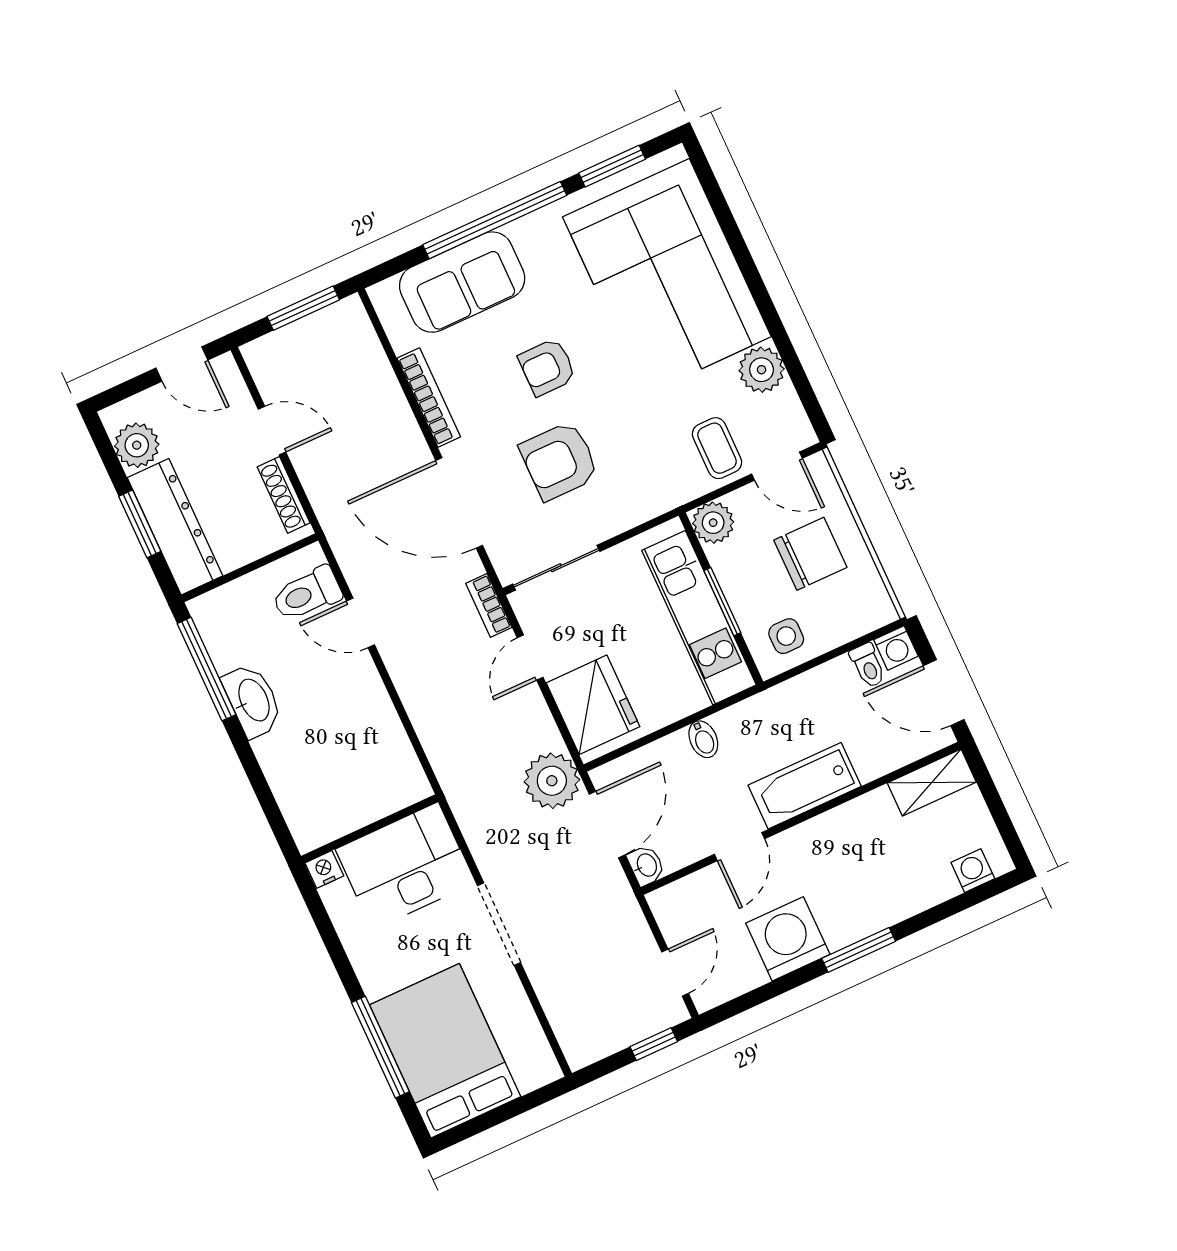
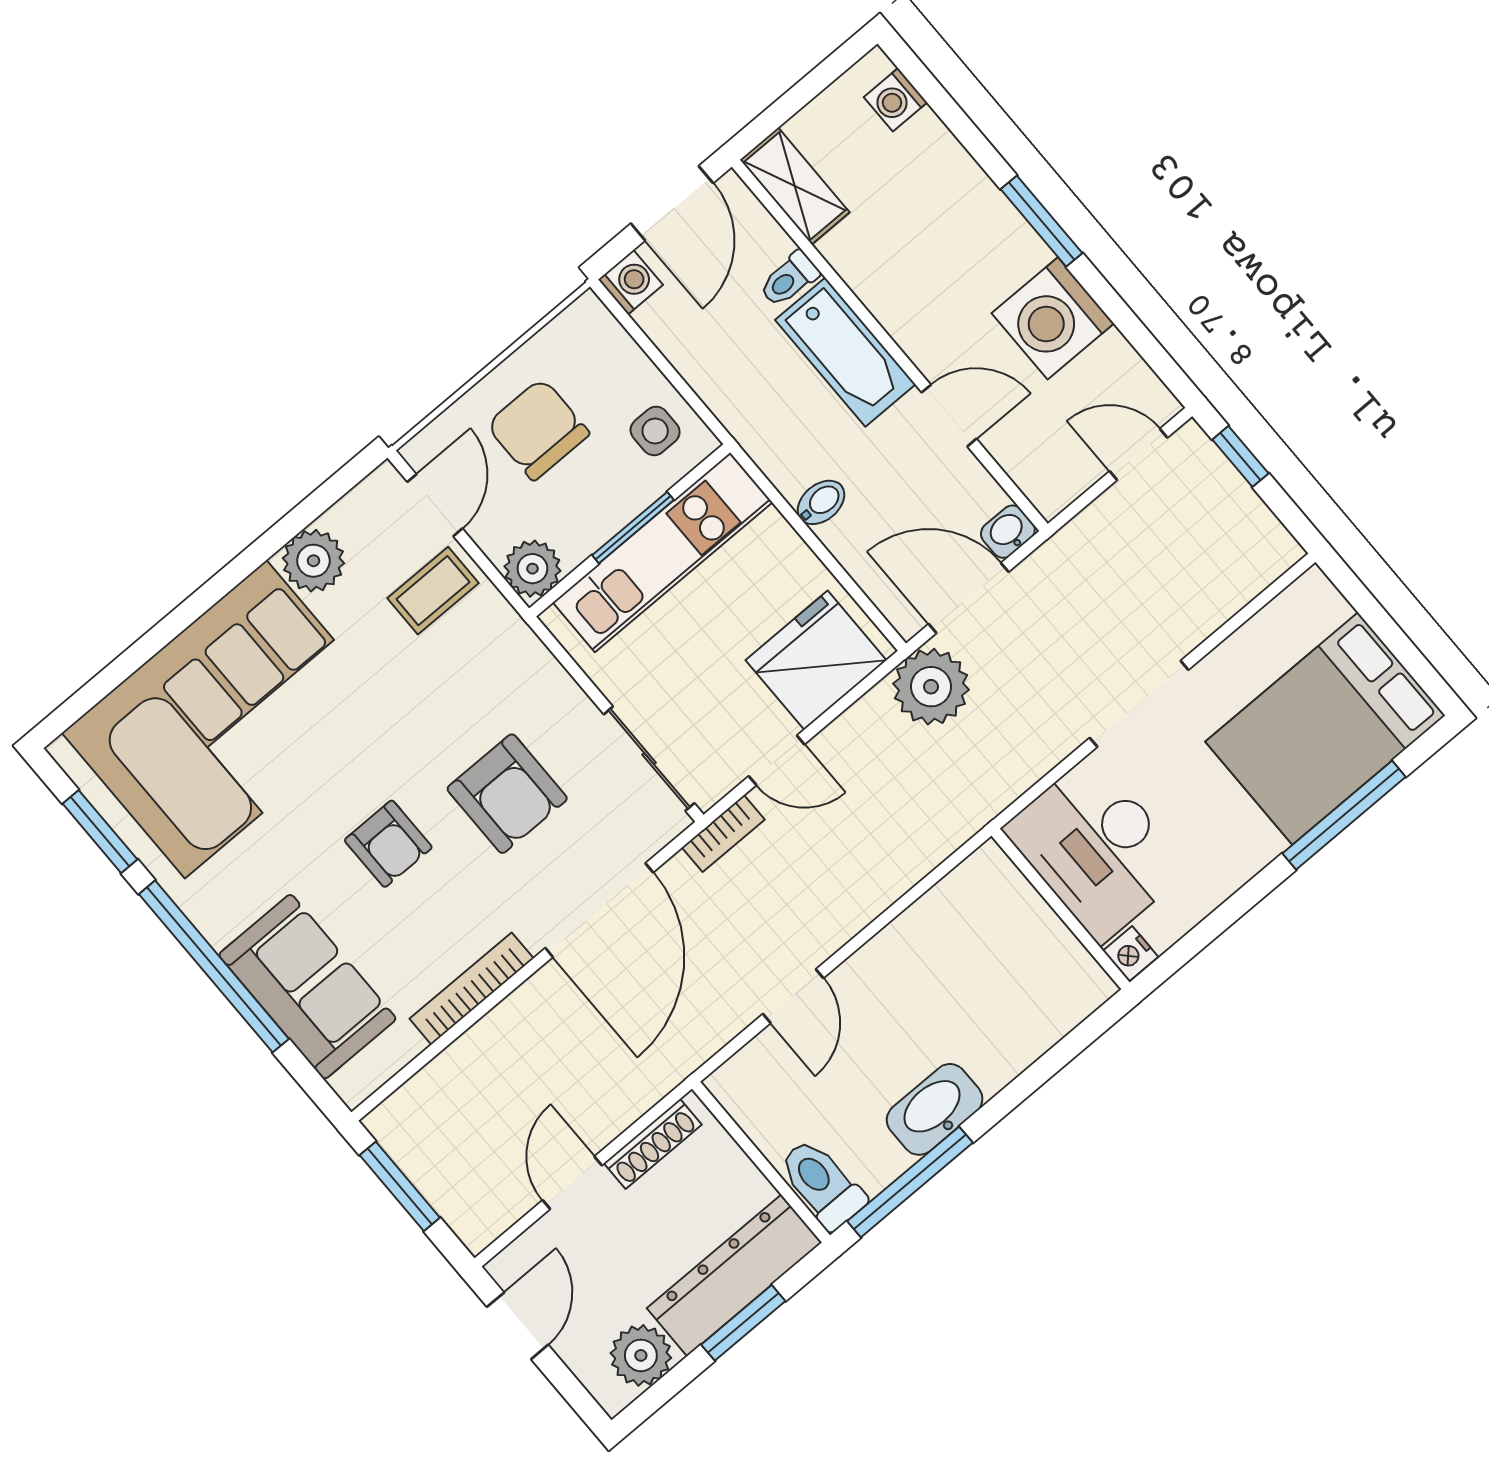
toilet: (307, 594) -> (822, 1184), moved, turned 180
toilet: (868, 665) -> (789, 279), moved, turned 180

